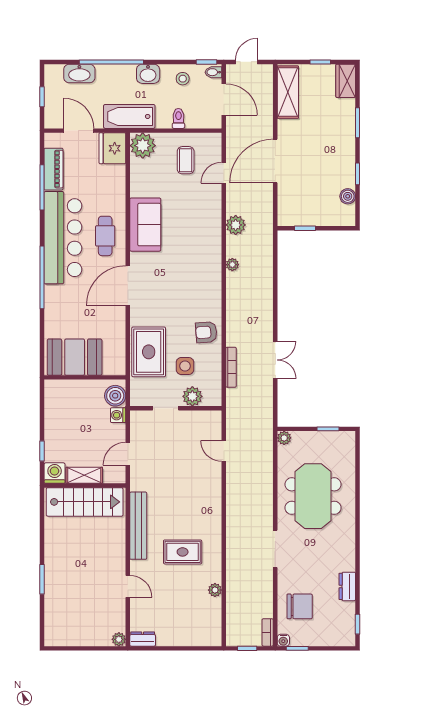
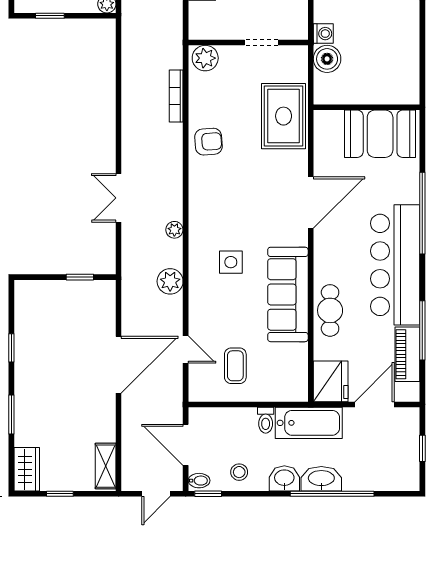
washbasin: (79, 74) -> (321, 479), moved
shelving: (288, 92) -> (106, 466), width x0.67, depth x0.75
toilet: (178, 118) -> (266, 420), moved
door: (79, 131) -> (374, 404), swing flipped
plant: (143, 146) -> (291, 385), removed
door: (224, 173) -> (186, 349), hinge flipped
boiler: (348, 196) -> (24, 319), removed
sofa: (145, 225) -> (288, 294), width x1.36
cafe table: (105, 236) -> (330, 310), moved
booth: (75, 357) -> (380, 134), moved
double door: (275, 360) -> (119, 198), moved
side table: (185, 366) -> (231, 262), moved
wall: (85, 377) -> (367, 107), moved
plant: (192, 396) -> (205, 58), moved

